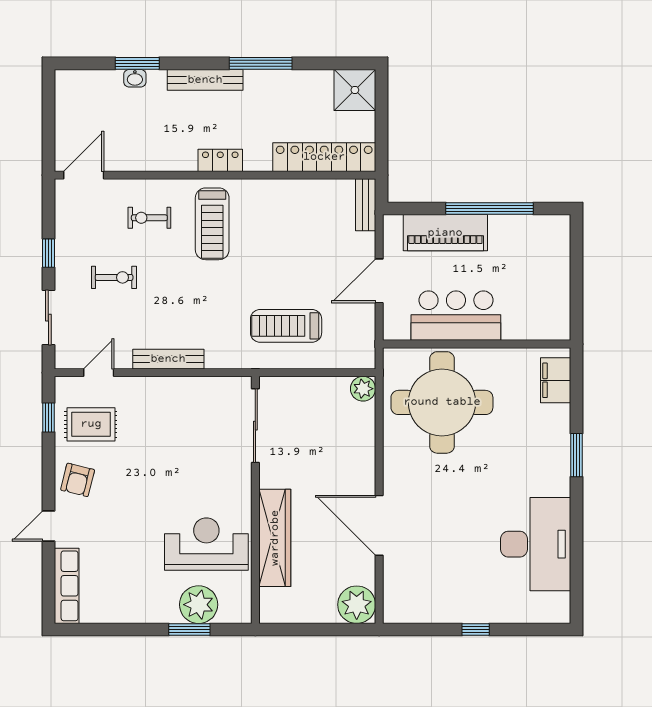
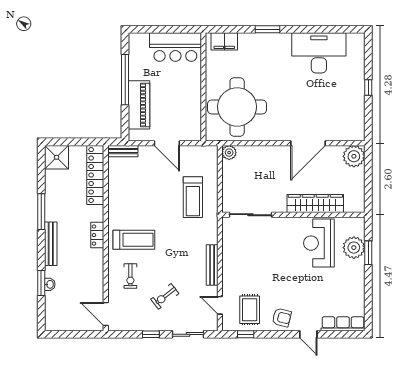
exercise bike: (114, 277) -> (165, 296), turned -128
bar counter: (456, 316) -> (175, 47), moved, turned -90

